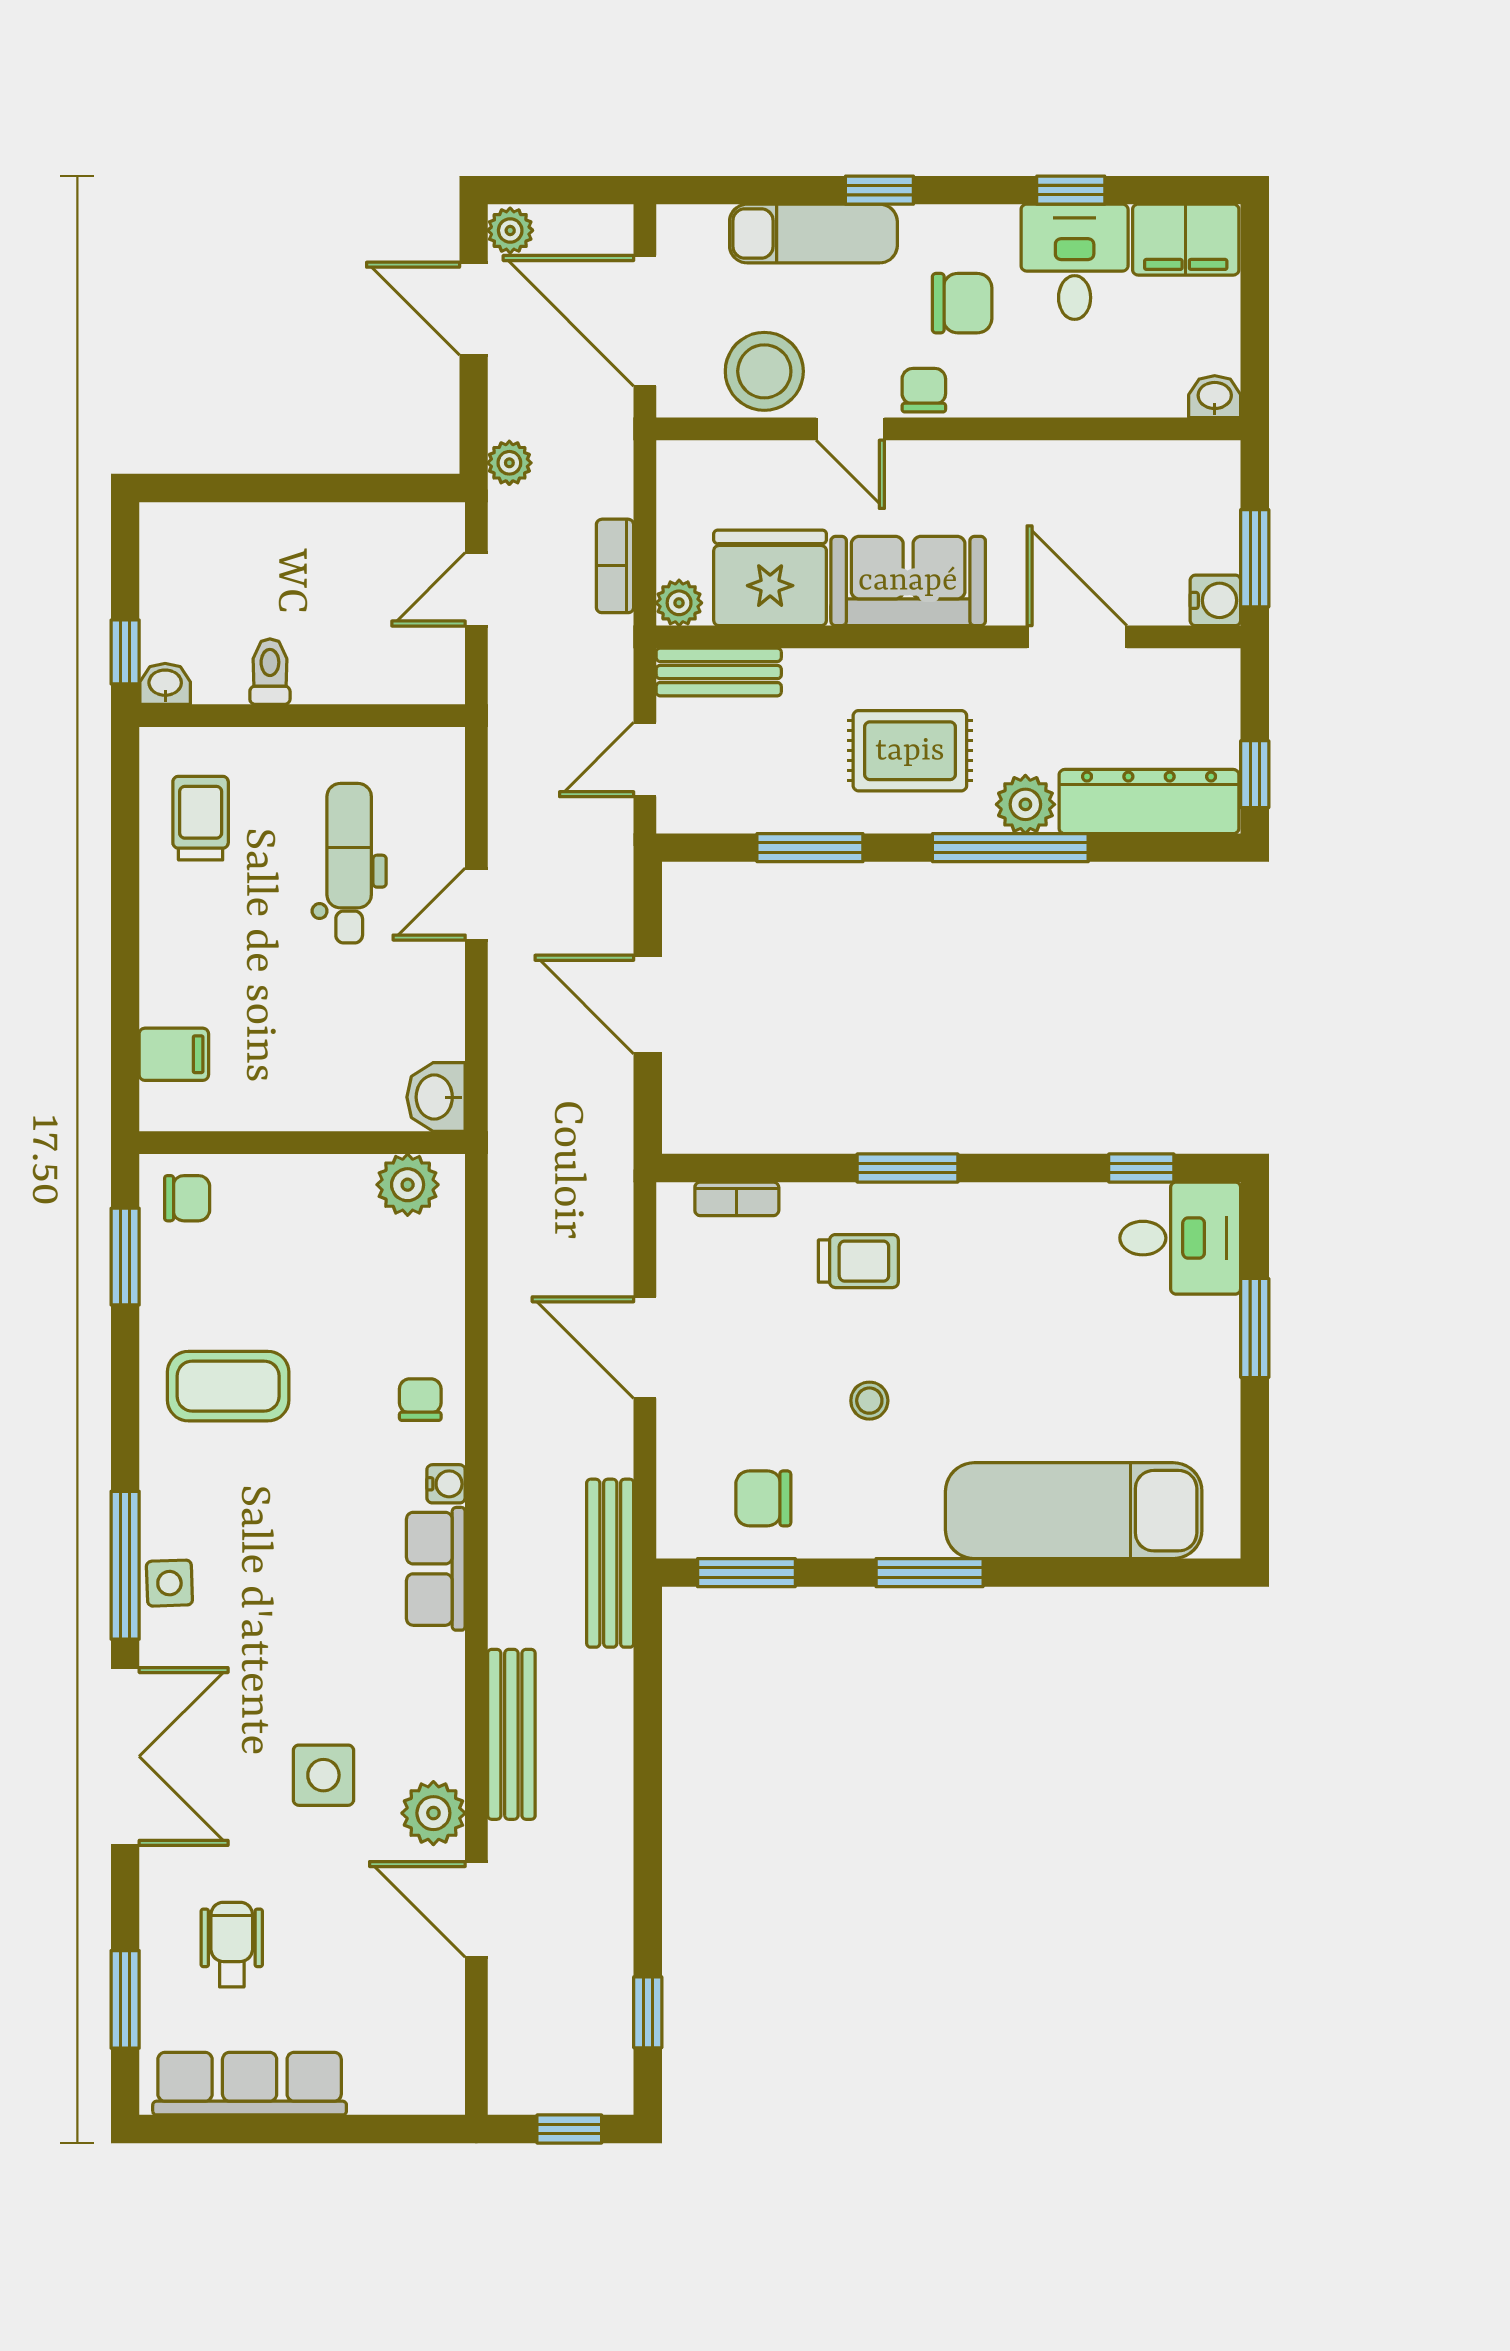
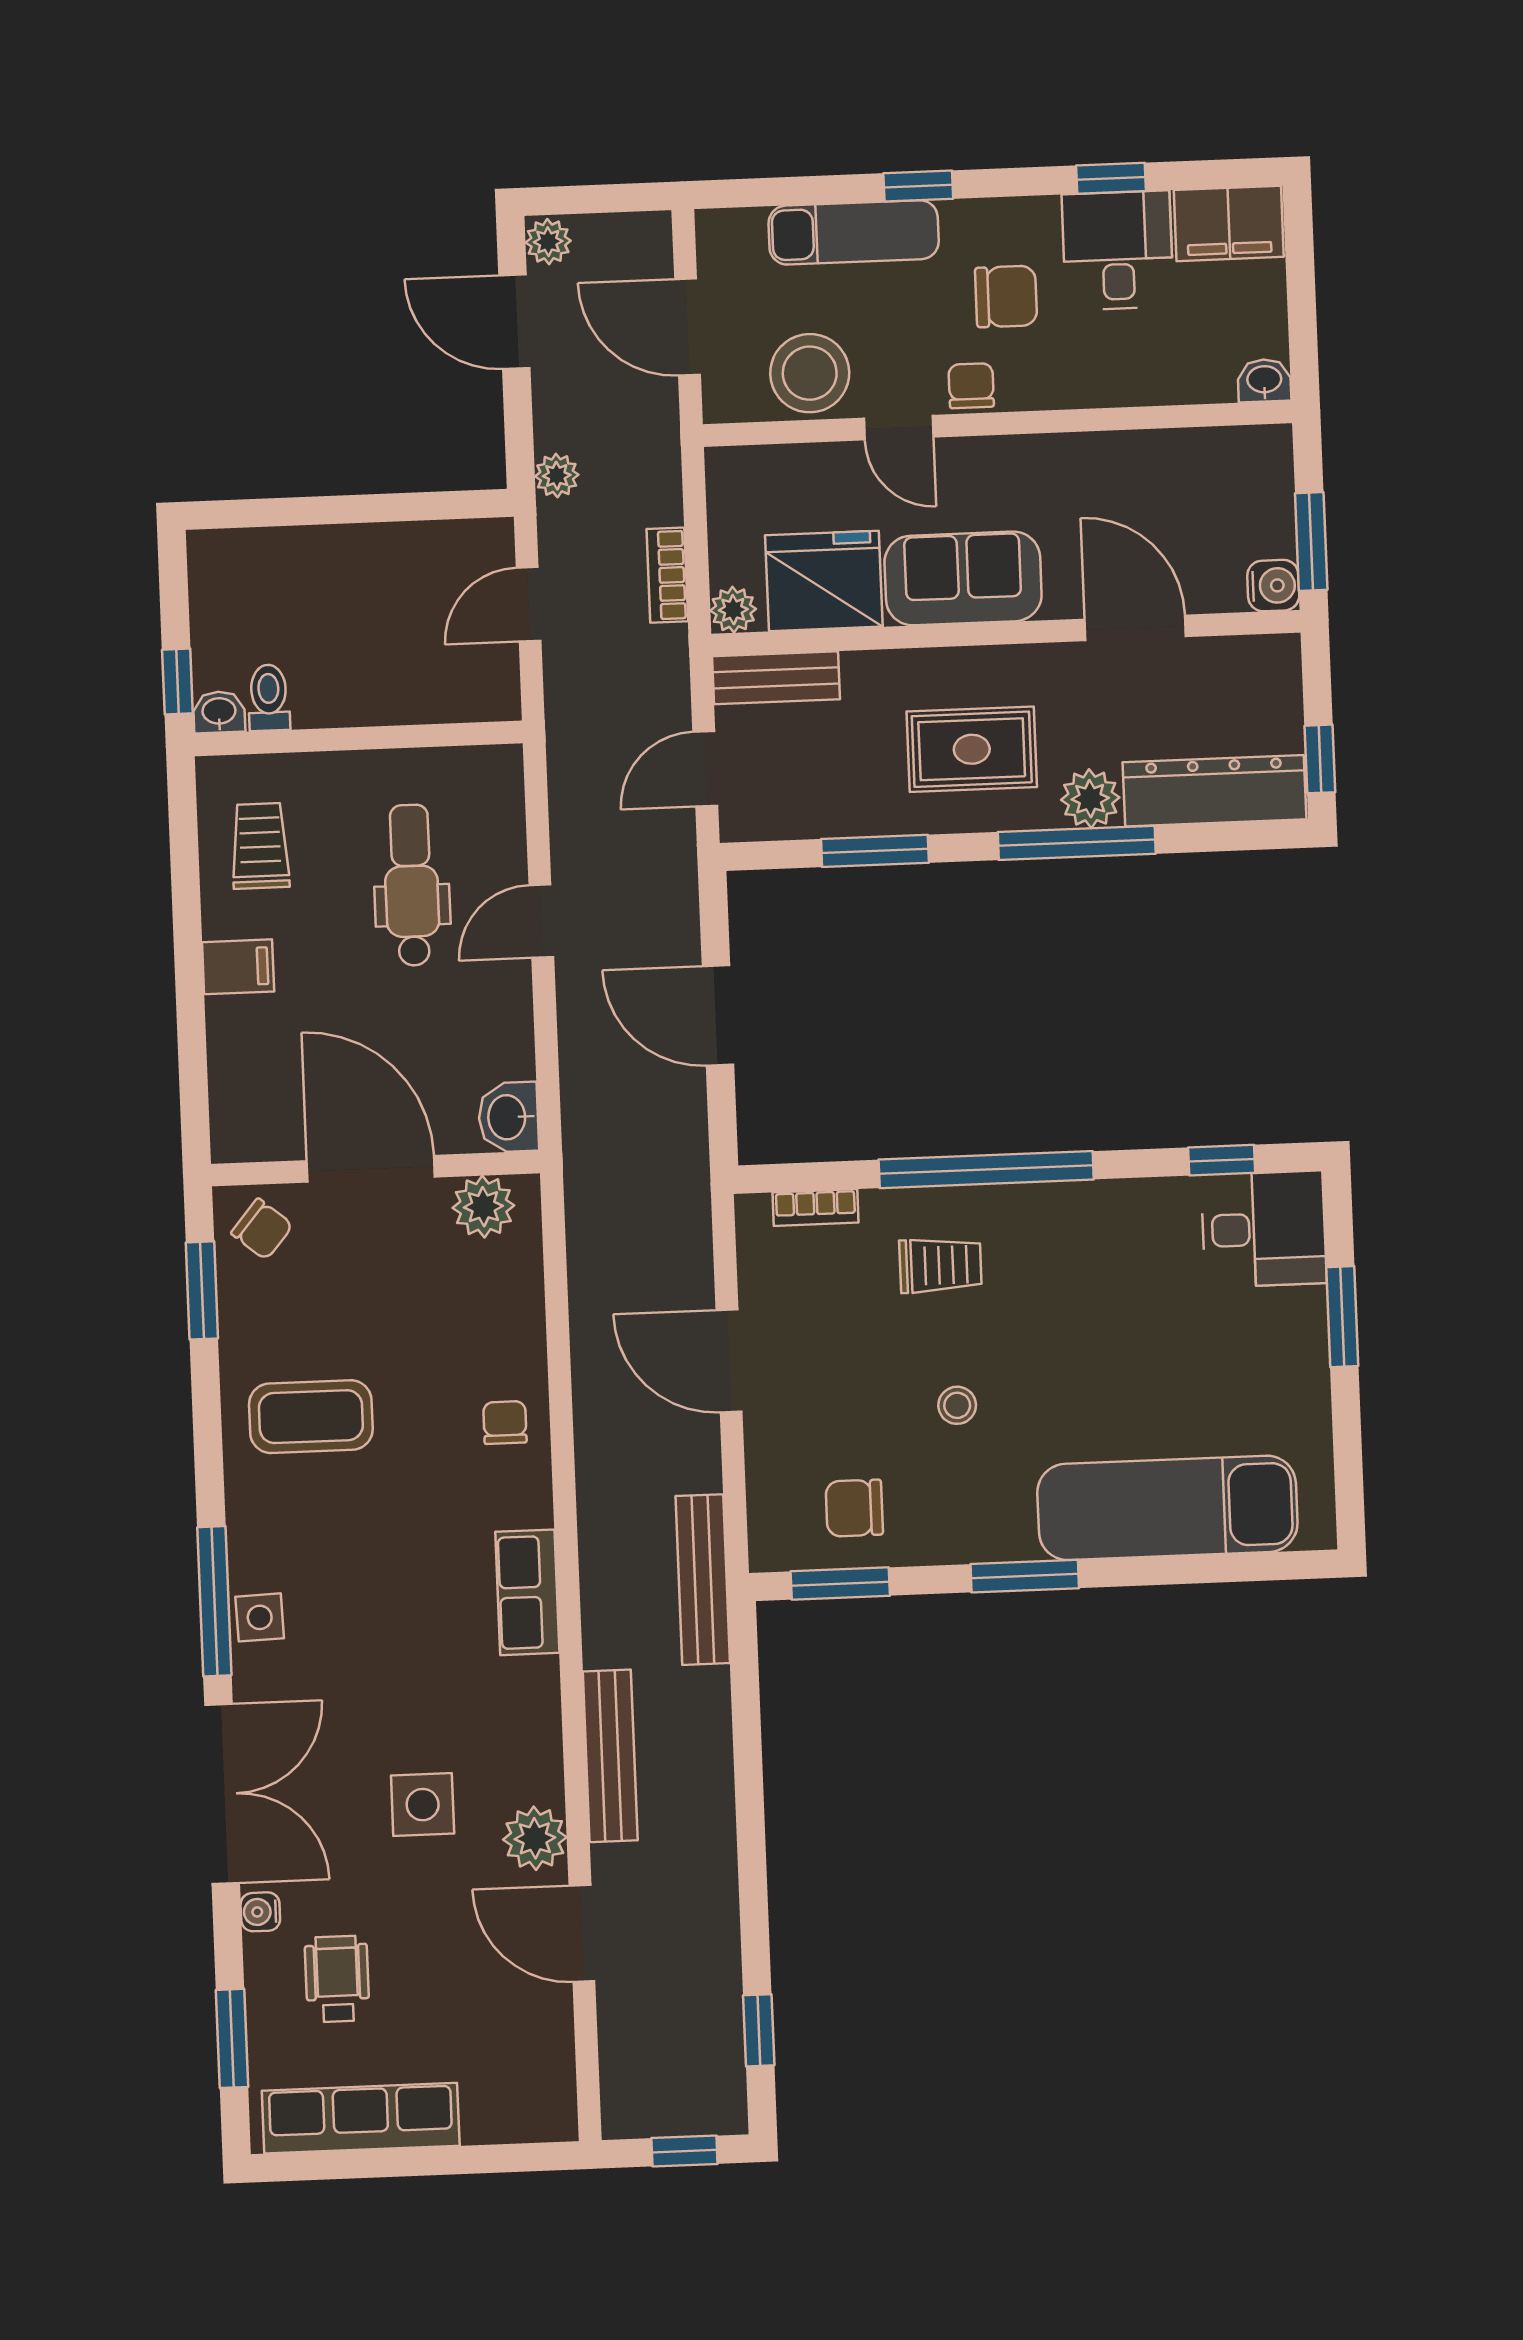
door: (645, 321) -> (688, 327), width x0.73
toilet: (270, 672) -> (269, 698), moved
filing cabinet: (174, 1054) -> (238, 967), moved
door: (297, 1143) -> (371, 1169), added
window: (908, 1168) -> (986, 1170), width x2.11
chair: (187, 1198) -> (262, 1229), turned 40
water cooler: (446, 1484) -> (260, 1912), moved, turned 180

